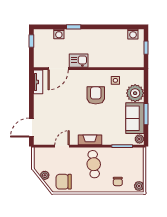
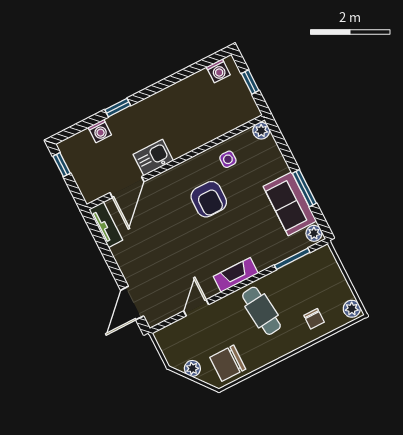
plant: (135, 93) -> (261, 131), moved, width x0.53, depth x0.53
armchair: (96, 95) -> (209, 199), turned 180

